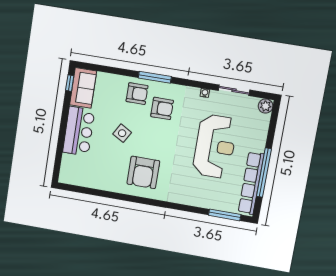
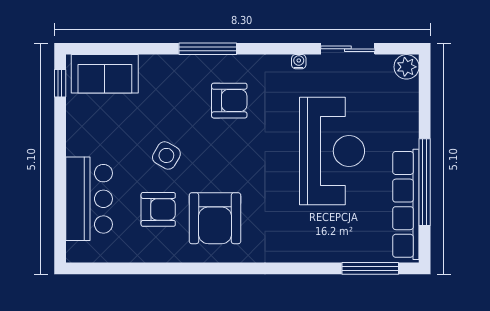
sofa: (83, 88) -> (105, 74), moved, turned 90
armchair: (137, 94) -> (158, 209), moved
bar counter: (79, 131) -> (89, 199), moved

